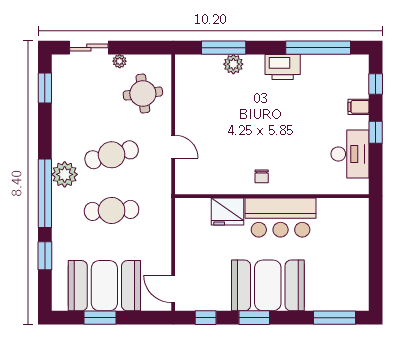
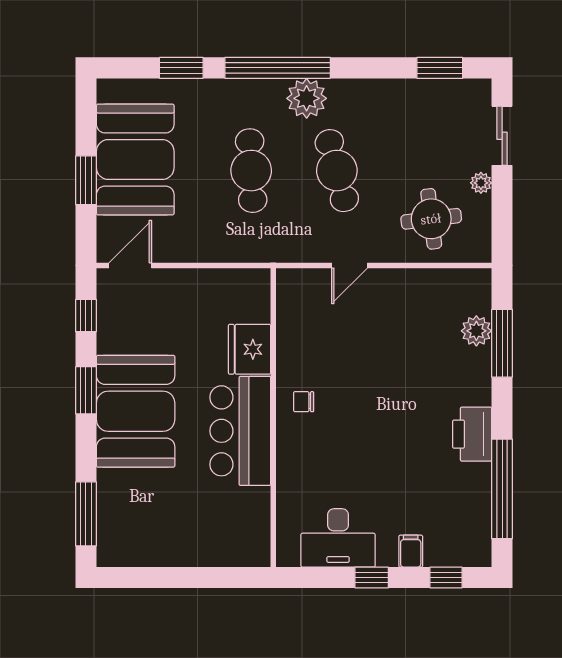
plant: (233, 64) -> (476, 331), moved
window: (100, 318) -> (86, 180), moved

